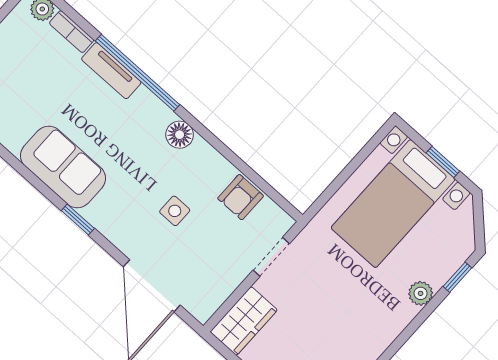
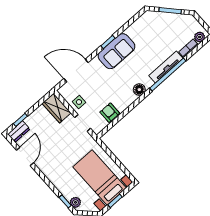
tv unit: (111, 71) -> (166, 67), width x1.41
sofa: (63, 167) -> (116, 51), moved
side table: (175, 211) -> (79, 102), moved
plant: (421, 293) -> (75, 202), moved

